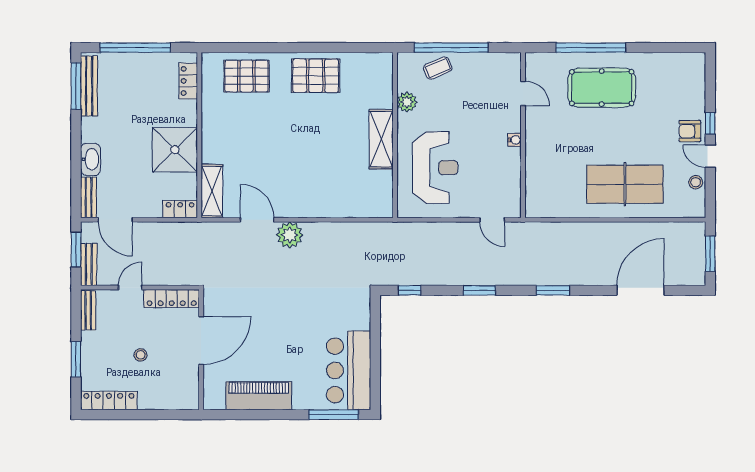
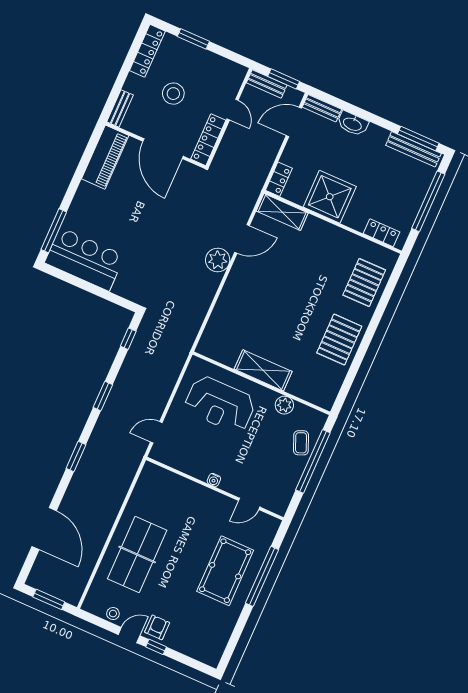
bench: (88, 310) -> (120, 108), moved, turned 90
stool: (141, 355) -> (173, 94), width x1.89, depth x1.89
piano: (259, 396) -> (105, 157), moved

